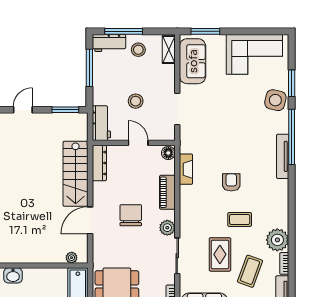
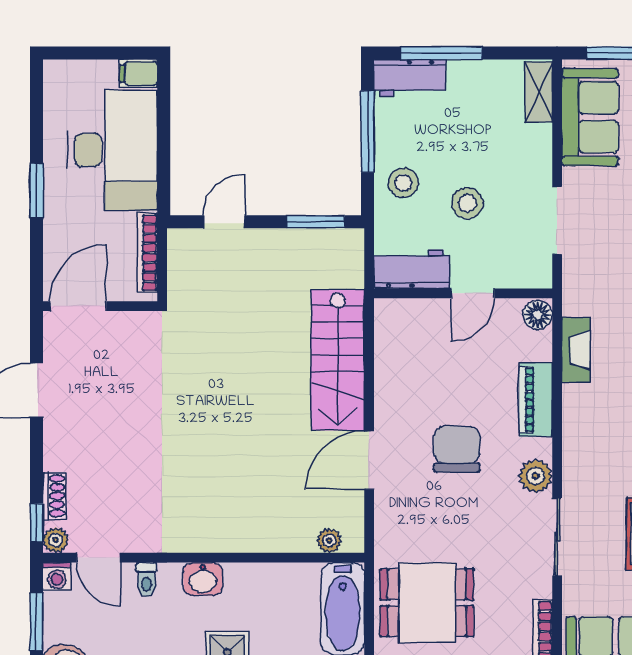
stool: (138, 50) -> (403, 183), moved
workbench: (101, 123) -> (412, 269), moved, turned -90
door: (138, 143) -> (473, 293), swing flipped
dresser: (99, 163) -> (389, 337), removed

